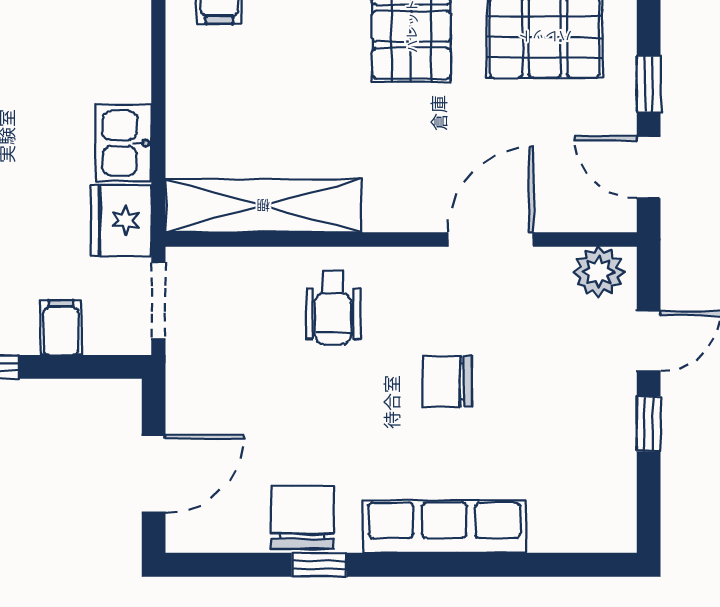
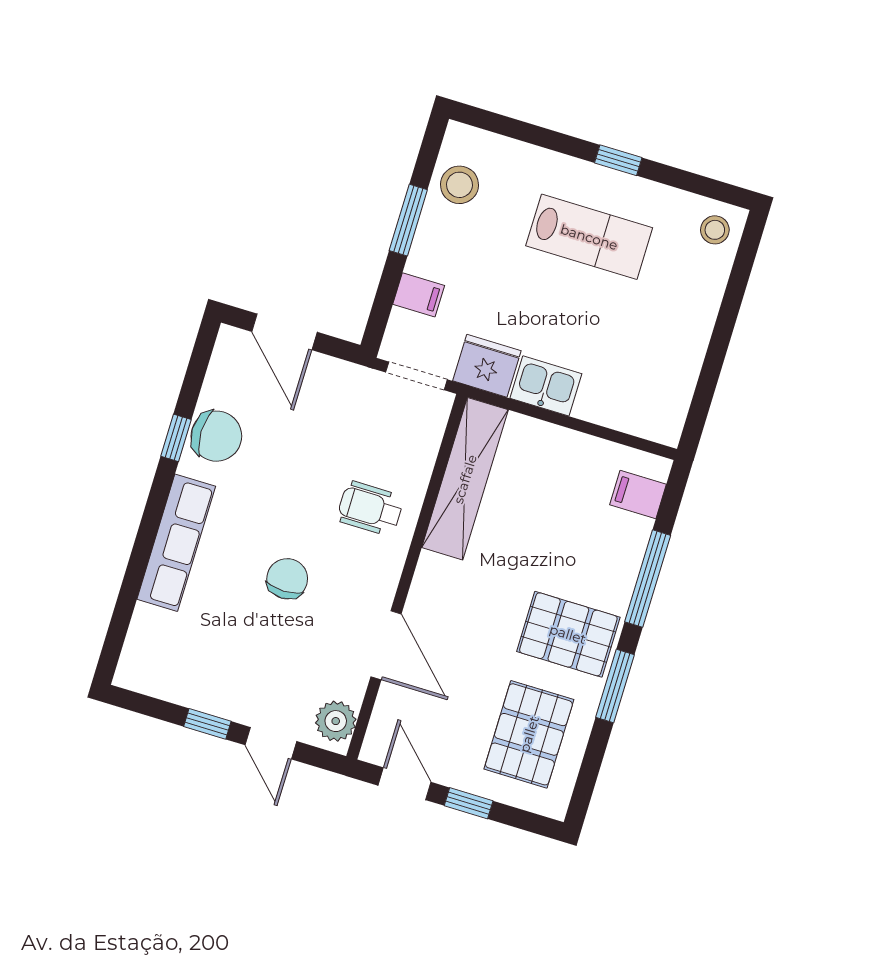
door: (649, 167) -> (404, 784), hinge flipped

